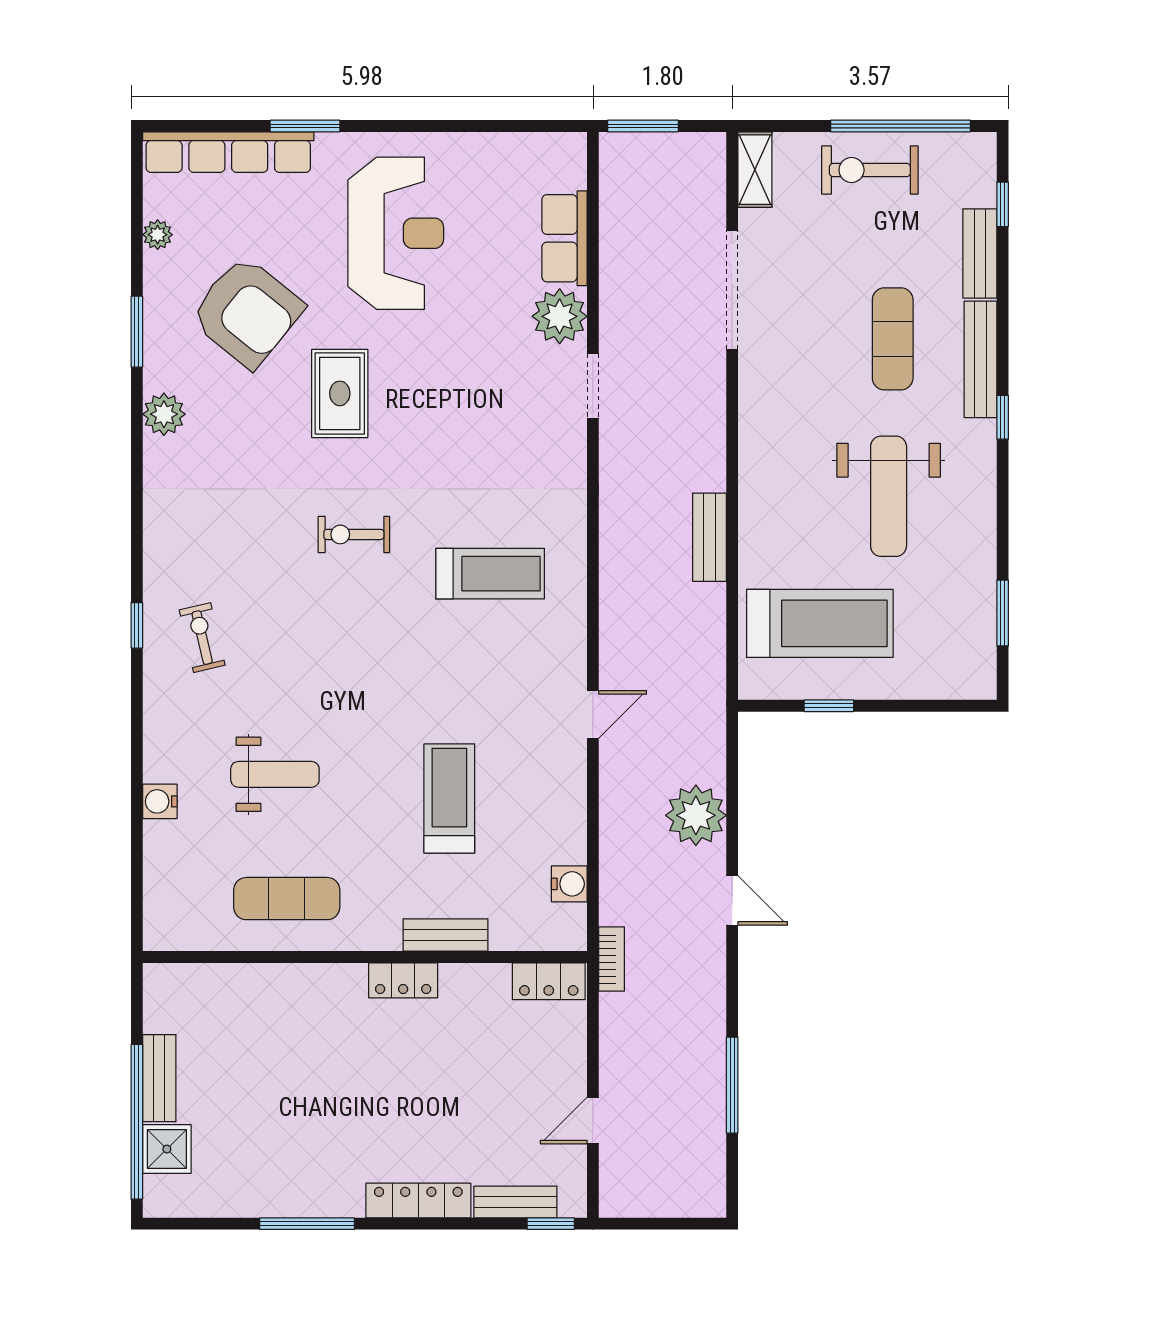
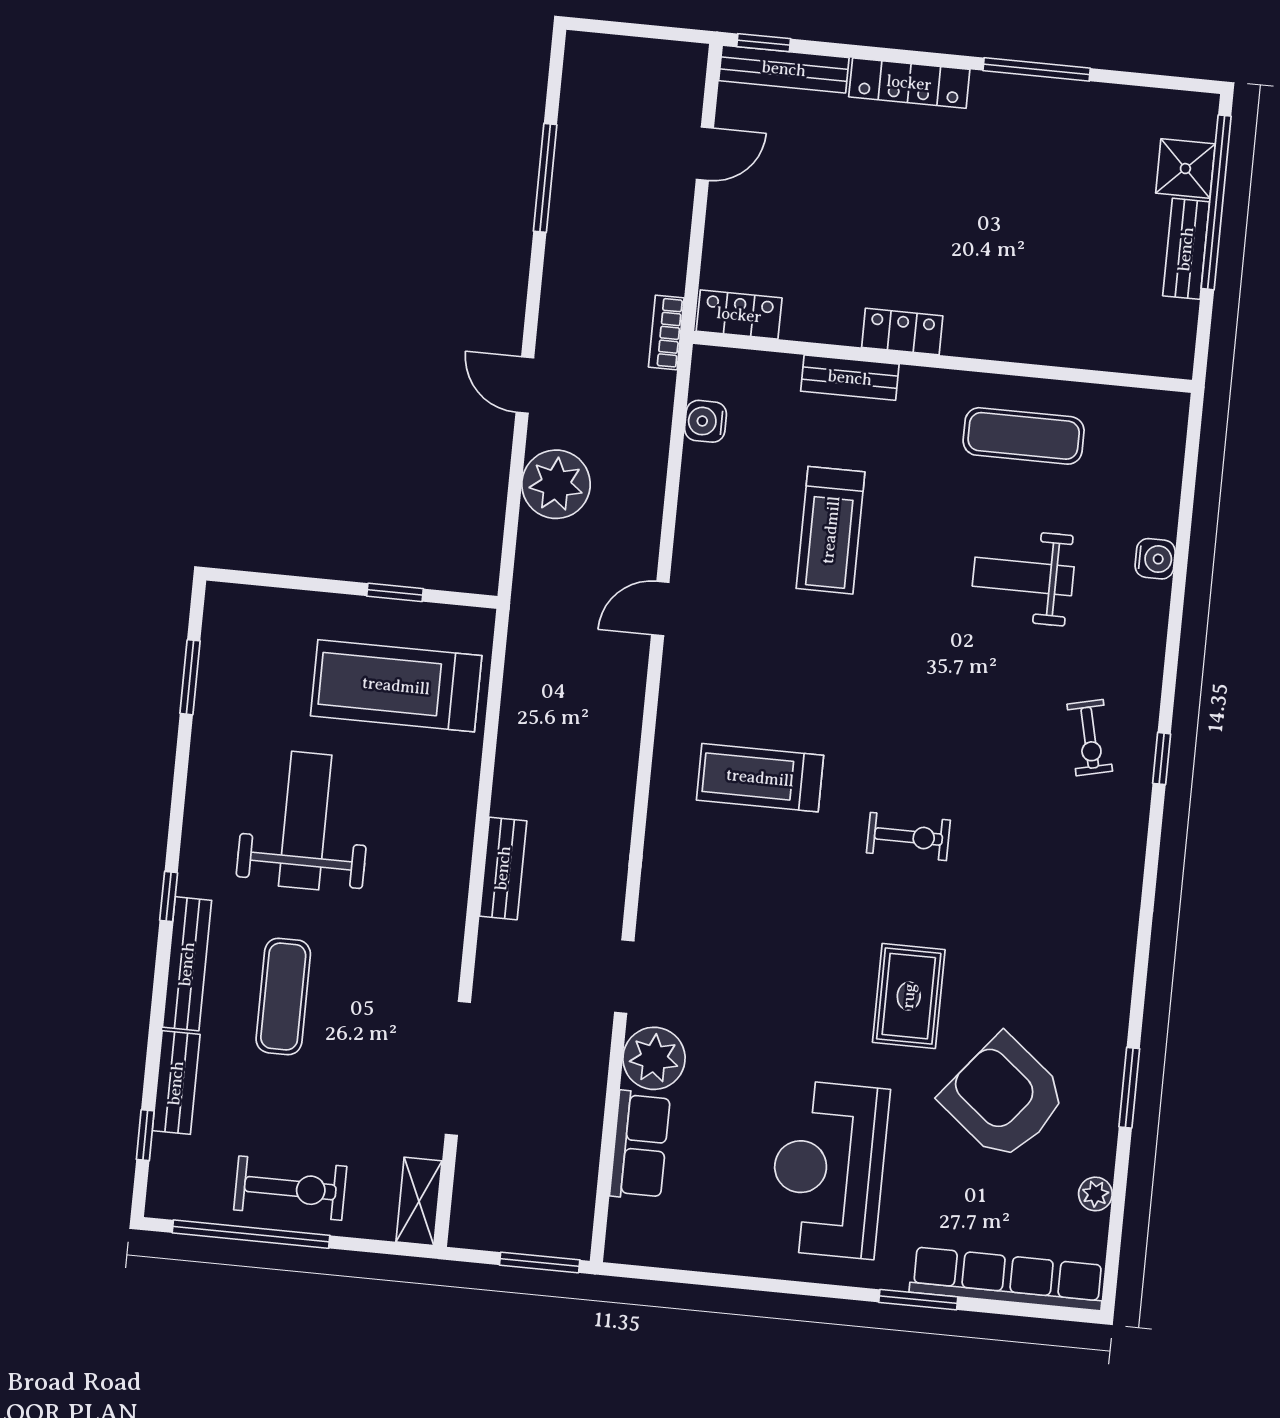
plant: (164, 414) -> (1108, 992), removed
bench: (709, 537) -> (503, 868), moved
bench: (515, 1202) -> (784, 69), width x1.36

